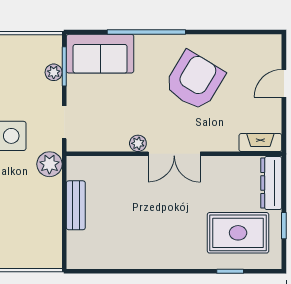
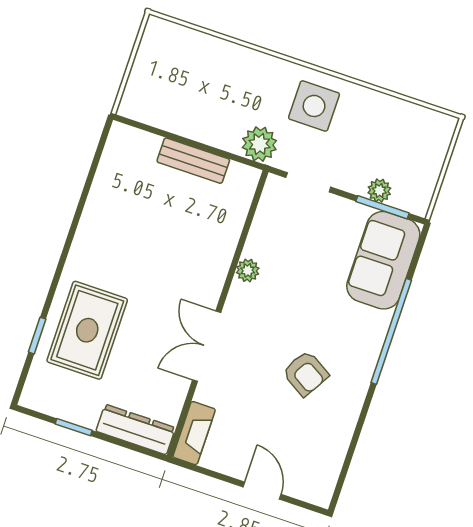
armchair: (195, 81) -> (305, 373), width x0.53, depth x0.53
double door: (174, 154) -> (207, 346), moved
rug: (238, 233) -> (87, 330), moved

